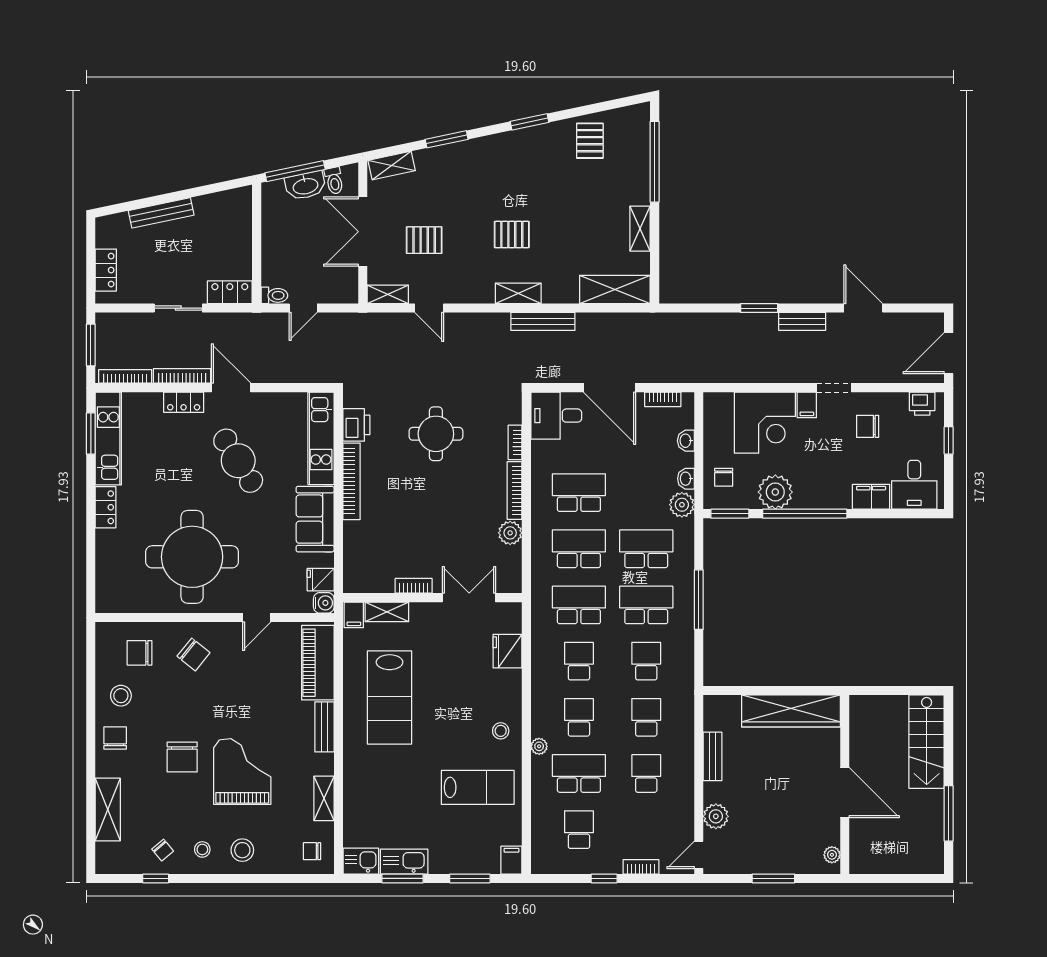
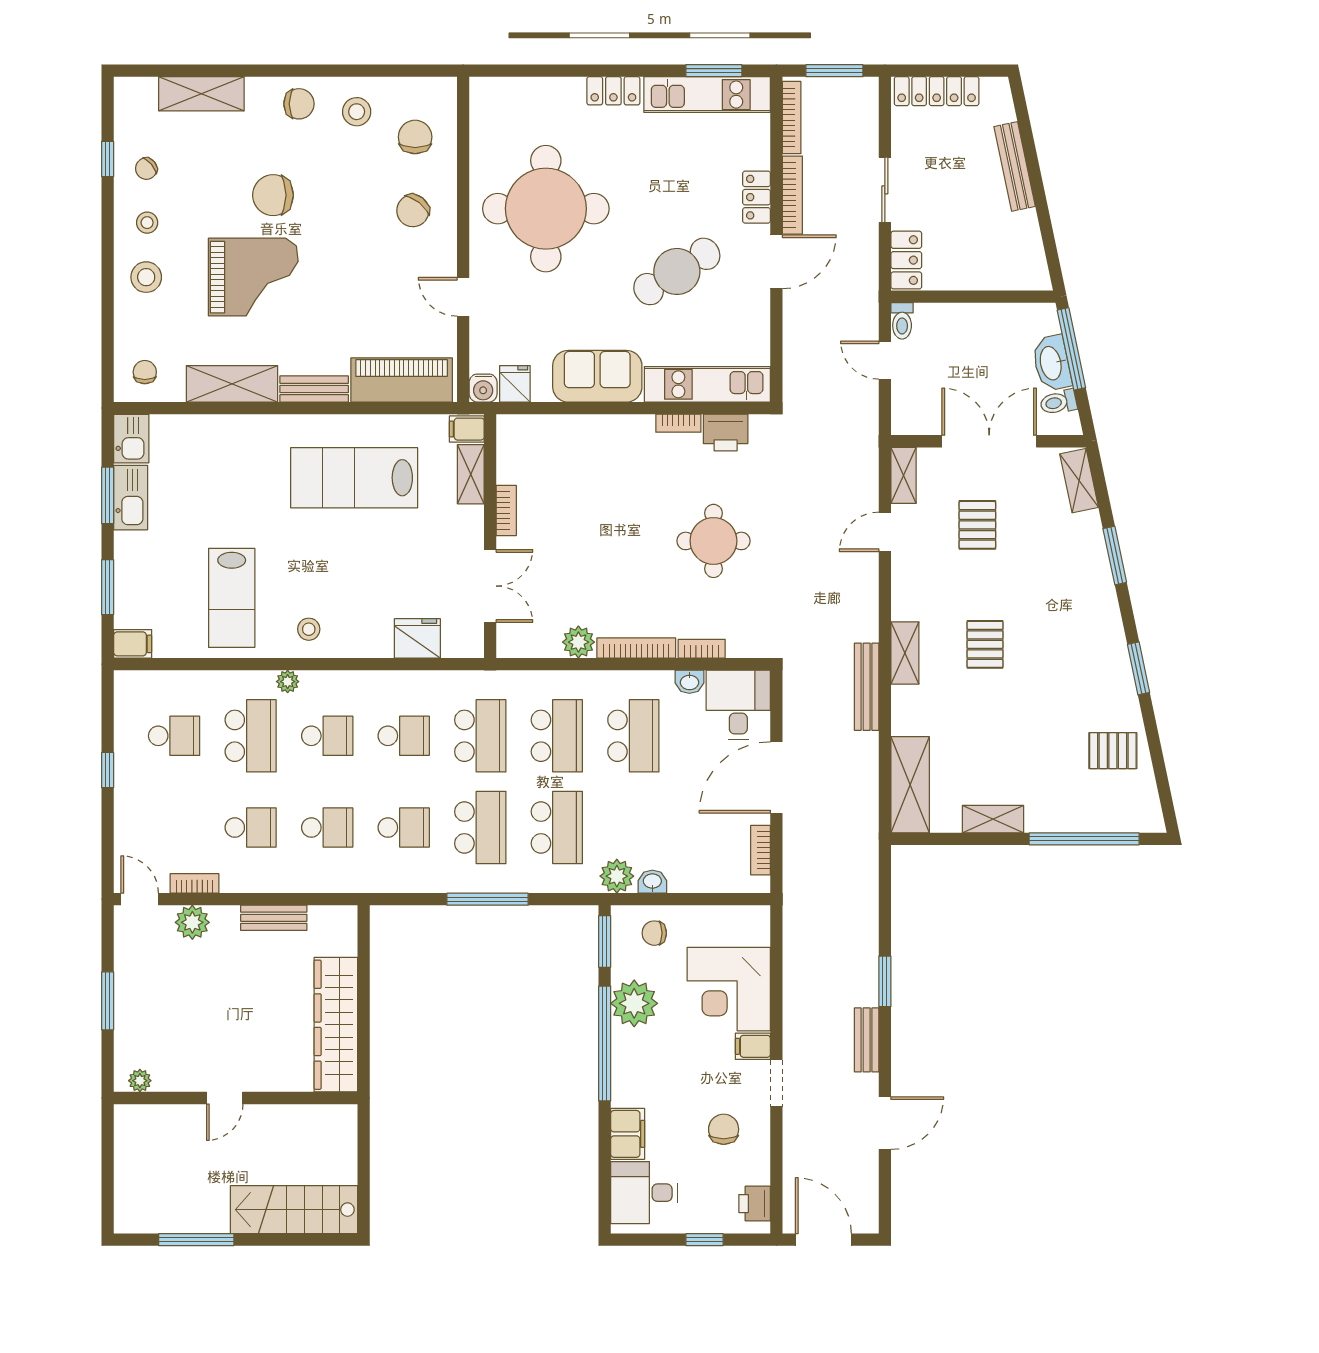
locker: (106, 270) -> (937, 91), width x1.53
washbasin: (686, 441) -> (689, 682), moved, turned 180
bookcase: (352, 481) -> (678, 423), width x0.43, depth x0.76
door: (845, 792) -> (225, 1098), width x0.53
shelving: (324, 798) -> (232, 384), width x1.50, depth x1.33
bookcase: (641, 867) -> (195, 883), moved, turned -90

